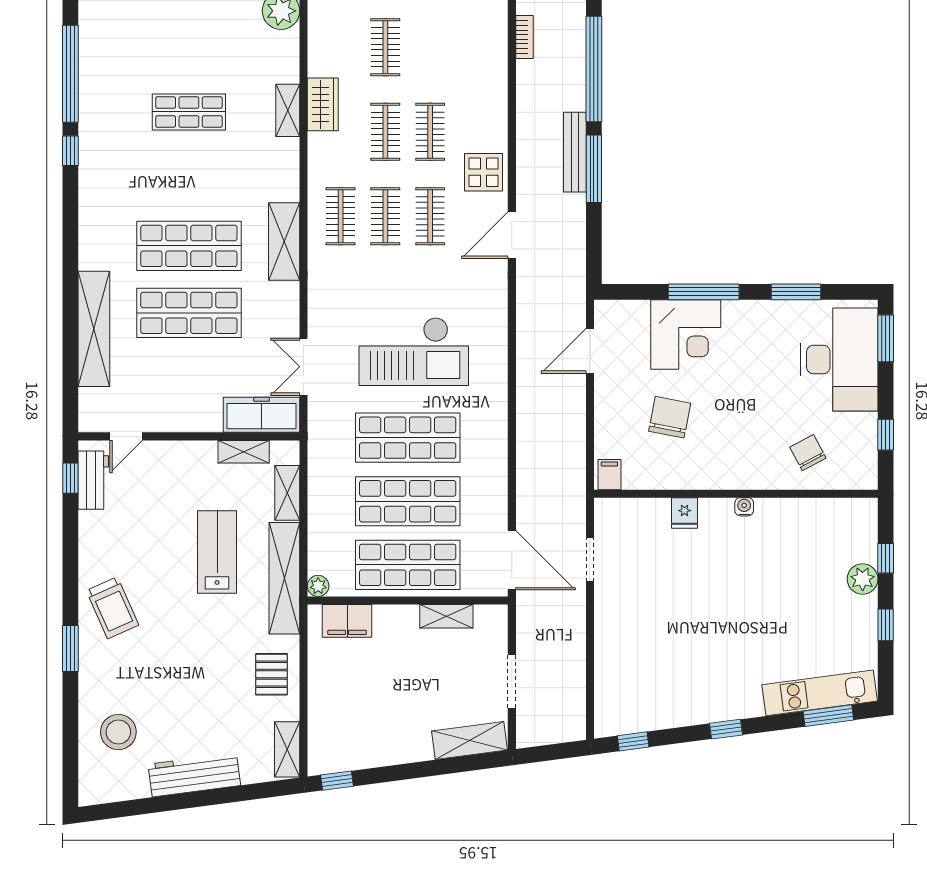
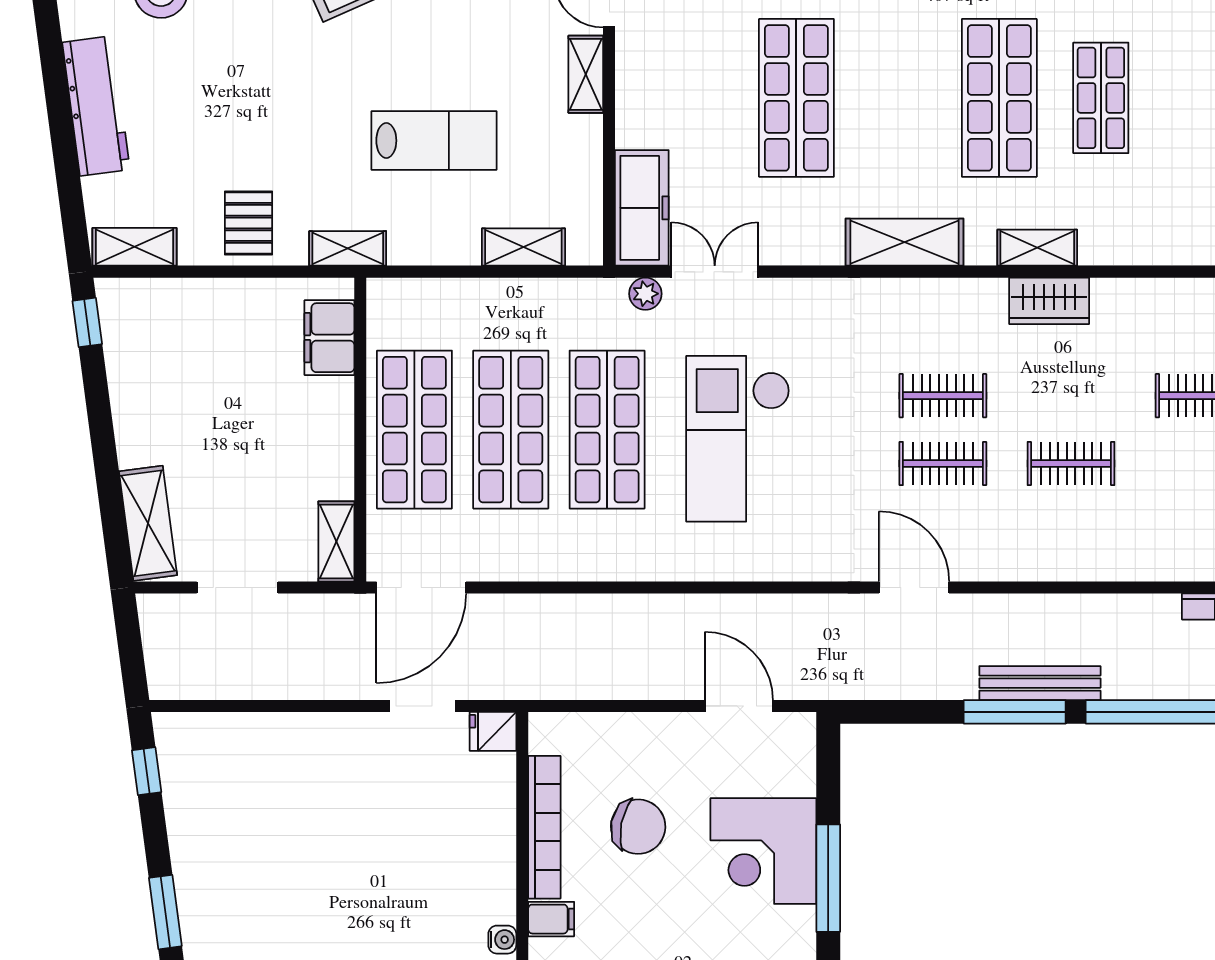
wardrobe: (323, 104) -> (1049, 301), moved
shelving: (288, 110) -> (1037, 248), moved
clothes rail: (385, 132) -> (1071, 396), removed
display table: (483, 172) -> (1010, 544), removed
clothes rail: (341, 216) -> (943, 328), removed
shop shelf: (189, 246) -> (999, 98), moved
shelving: (244, 452) -> (586, 74), moved
filing cabinet: (609, 475) -> (551, 919), moved
bookcase: (670, 479) -> (544, 827), added
fridge: (685, 513) -> (493, 731), moved
shelving: (284, 578) -> (348, 248), width x0.45, depth x0.75
plant: (318, 586) -> (645, 294), moved
shelving: (446, 616) -> (336, 541), moved
pallet: (271, 674) -> (249, 223), turned 90
window: (726, 729) -> (165, 912), width x1.50

